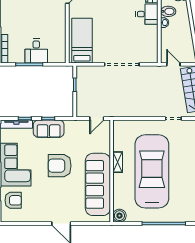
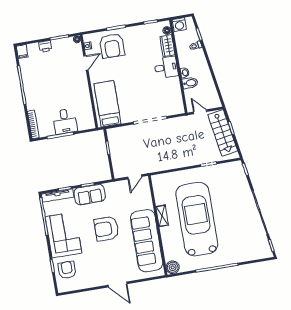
bidet: (168, 11) -> (190, 83), moved
armchair: (13, 200) -> (67, 270), turned -90

